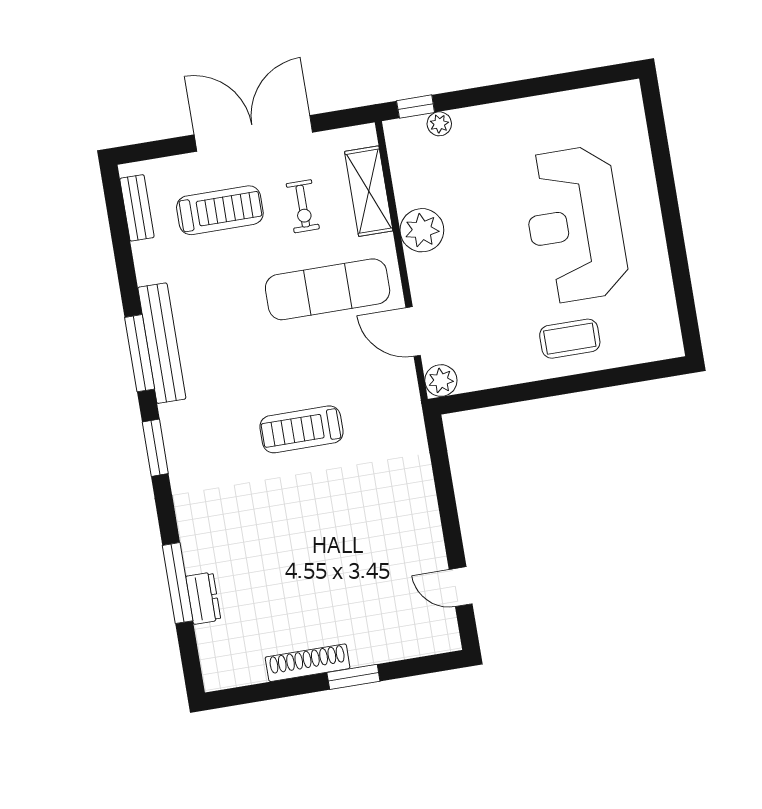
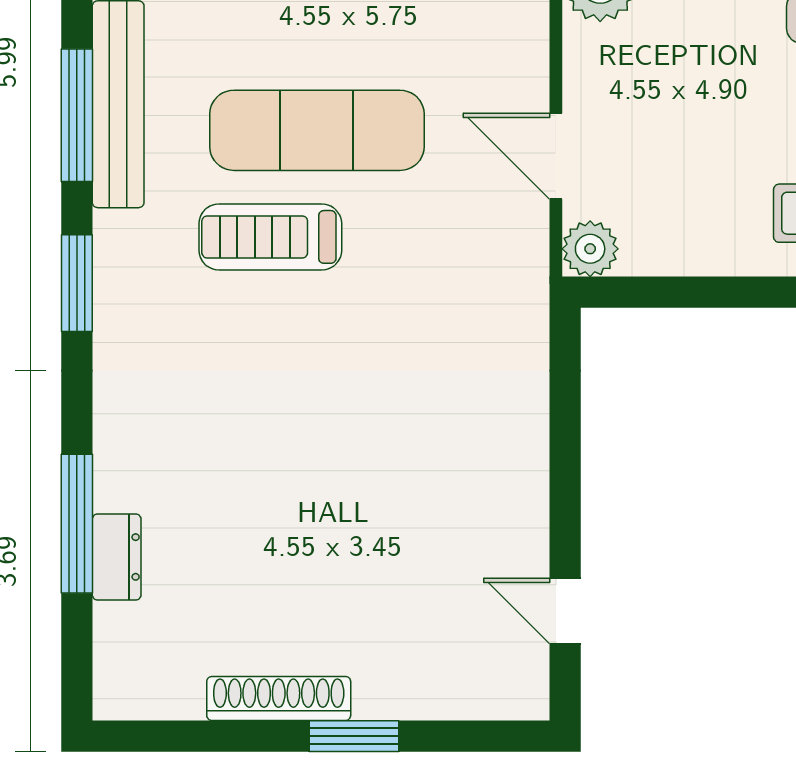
exercise mat: (328, 289) -> (317, 130), moved
treadmill: (301, 429) -> (270, 237), moved

